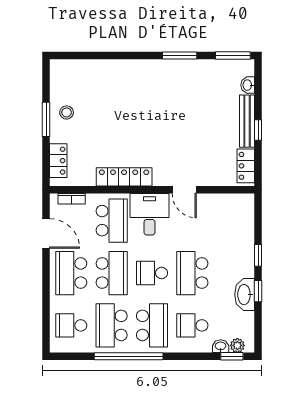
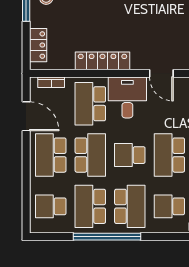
school desk: (112, 221) -> (90, 104), turned 180

